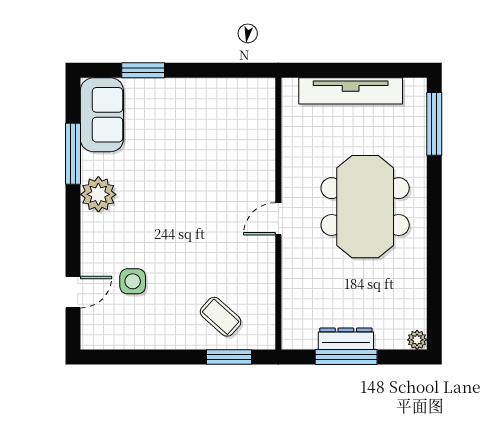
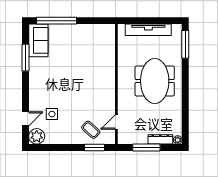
window: (143, 70) -> (56, 21), width x2.11
plant: (98, 194) -> (37, 136), moved
door: (278, 219) -> (116, 122), moved
dresser: (346, 339) -> (160, 139), moved

